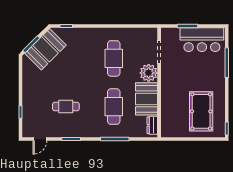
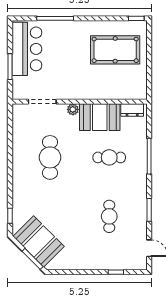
cafe table: (114, 58) -> (50, 157), turned 90
plant: (149, 73) -> (73, 109), width x0.53, depth x0.53
cafe table: (114, 107) -> (109, 157), width x0.73, depth x0.74

